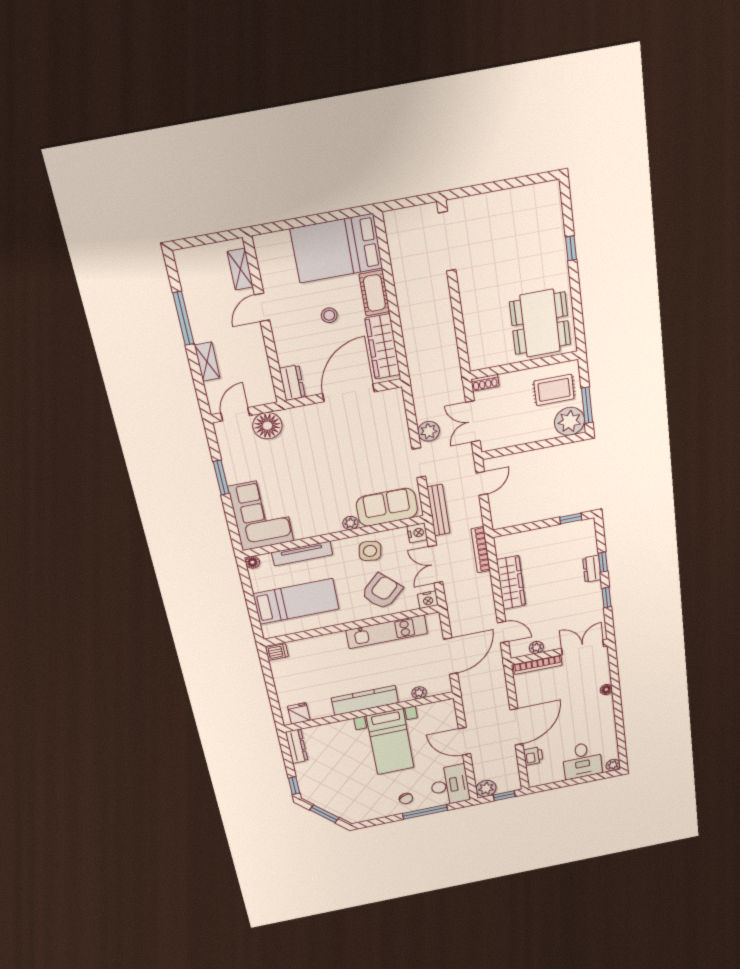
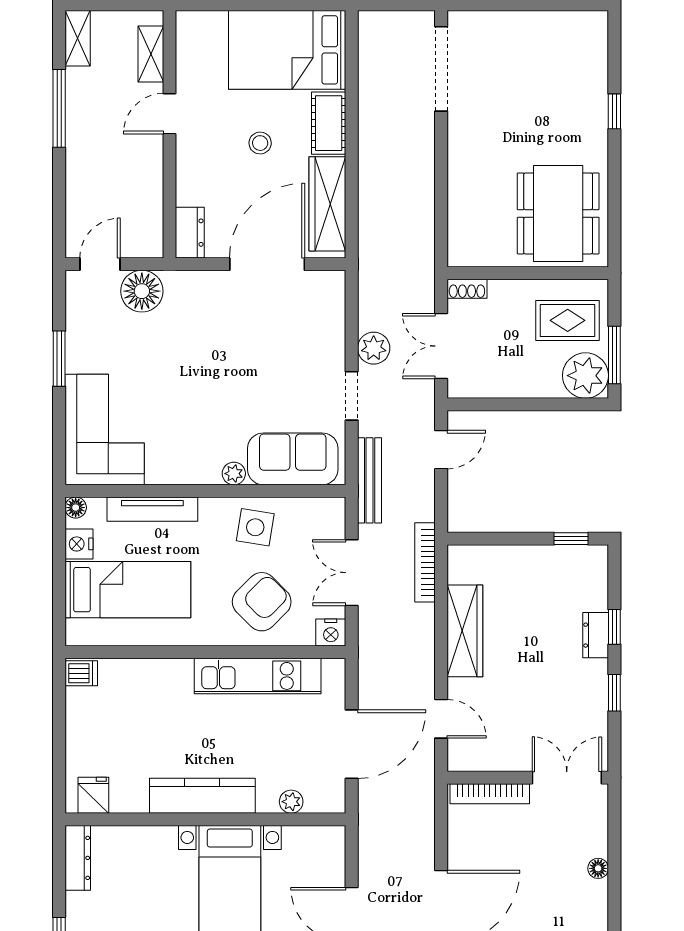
shelving: (207, 362) -> (78, 38), moved
nightstand: (417, 533) -> (79, 544), moved, turned 180
plant: (536, 647) -> (491, 760), removed

